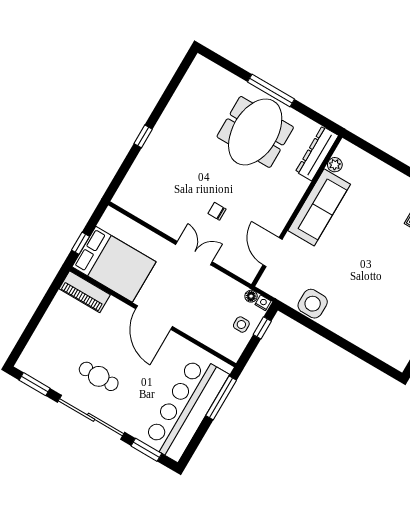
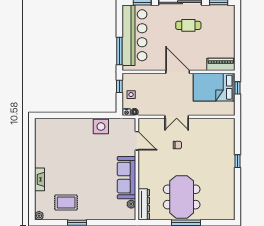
window: (262, 328) -> (119, 86), moved

